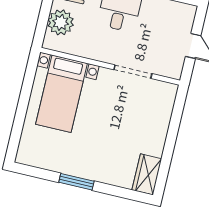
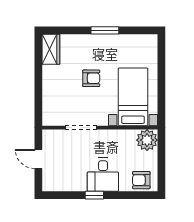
plant: (61, 22) -> (147, 140), moved
armchair: (107, 128) -> (91, 78), added

